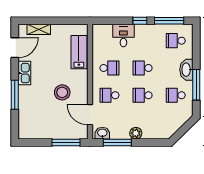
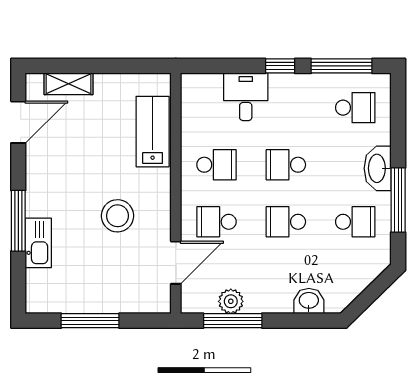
school desk: (176, 41) -> (355, 108), turned 180
kitchen sink: (24, 73) -> (38, 243), moved
school desk: (176, 95) -> (355, 222), turned 180
door: (90, 115) -> (176, 263), swing flipped
washbasin: (102, 133) -> (309, 301), moved
plant: (136, 133) -> (231, 301), moved
window: (66, 142) -> (90, 321), moved

